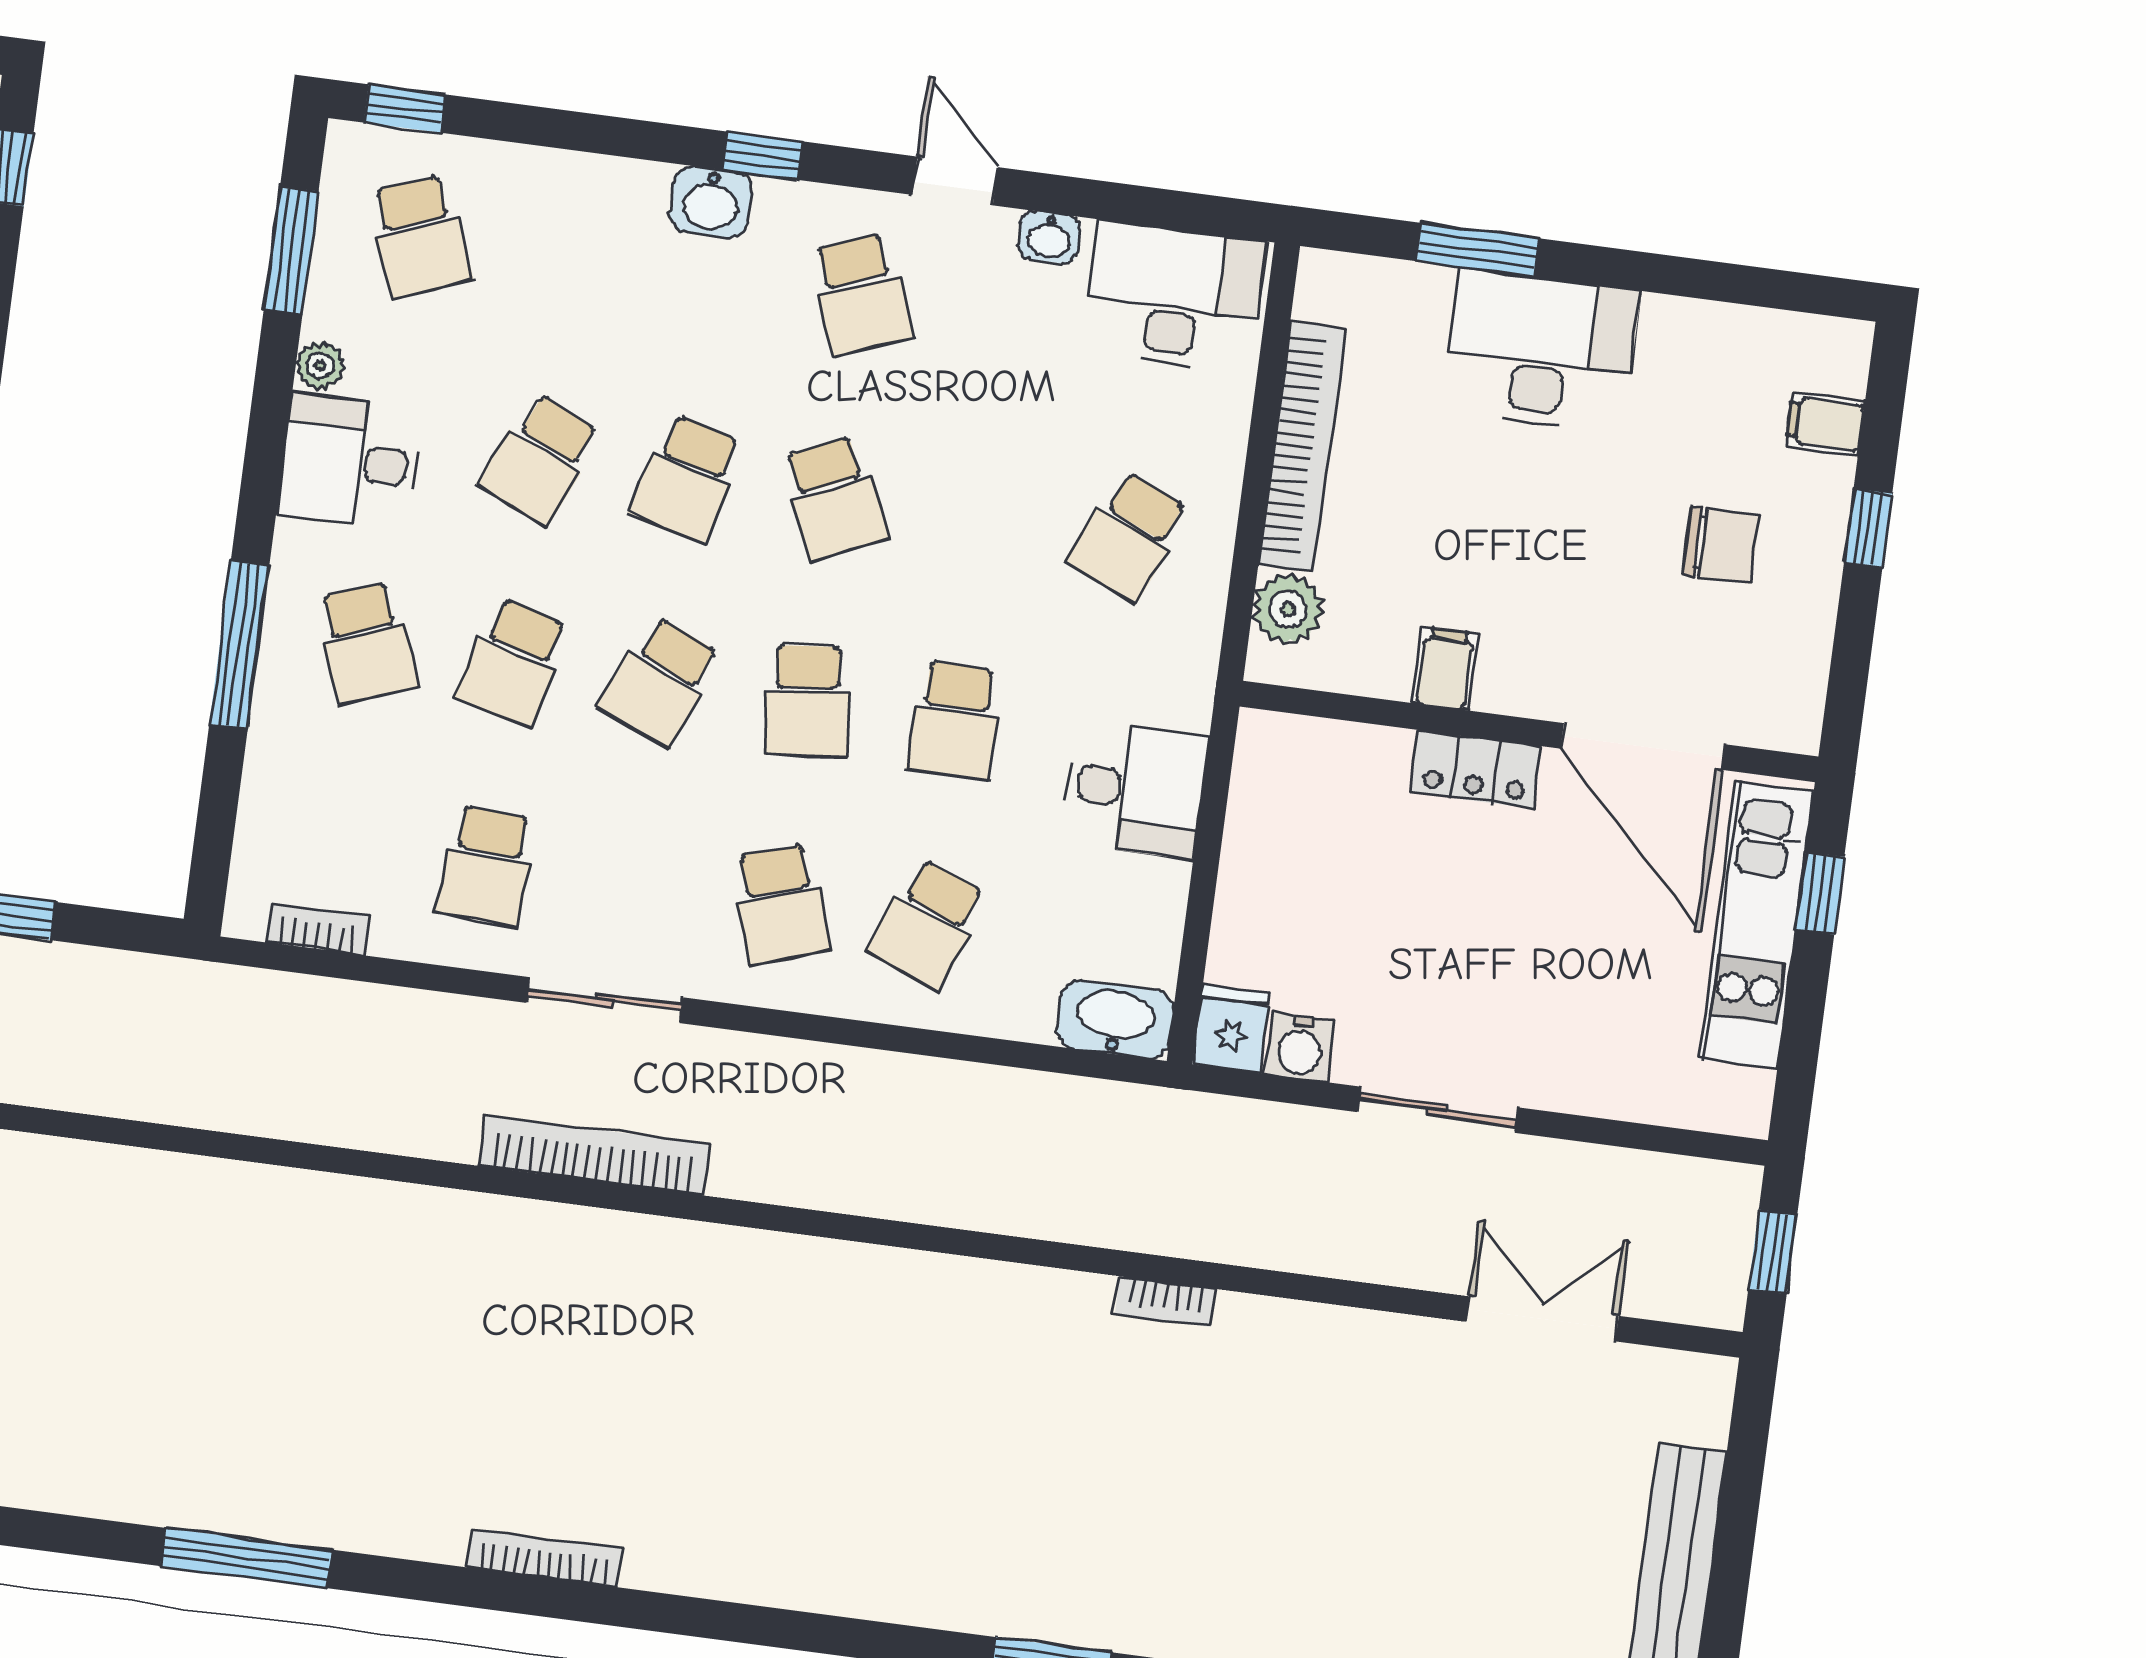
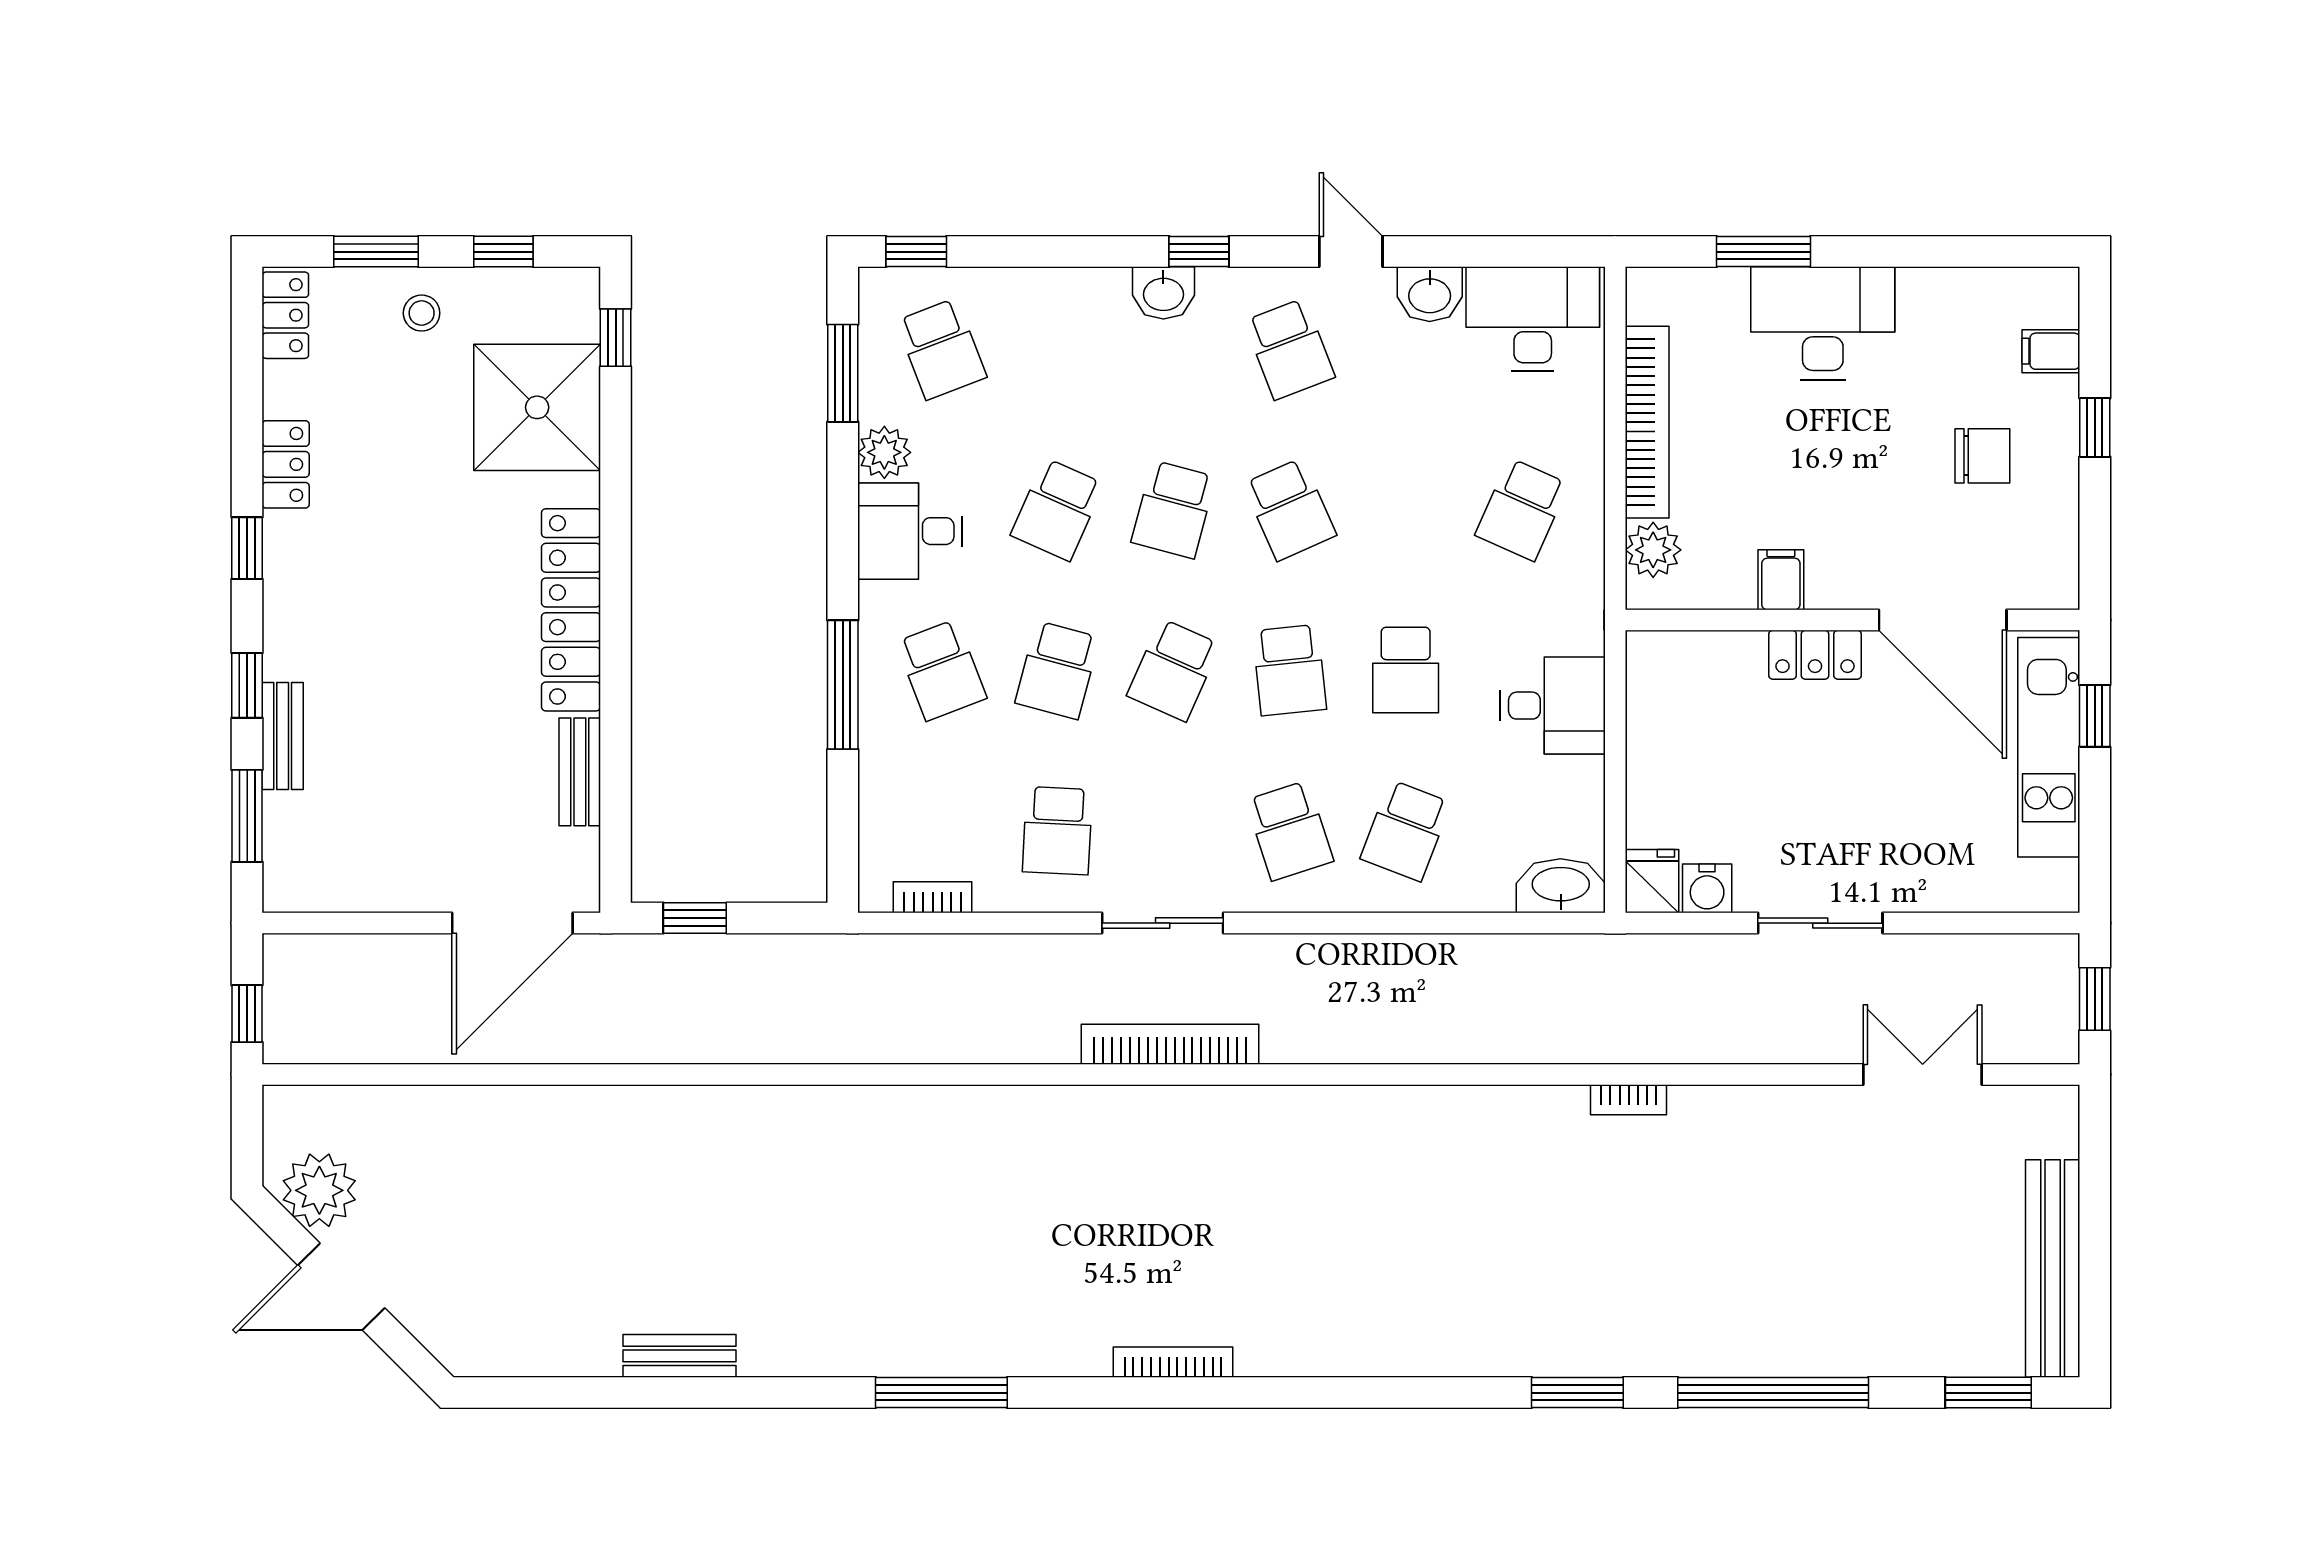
washbasin: (1049, 237) -> (1430, 294), width x1.38, depth x1.45
plant: (320, 365) -> (884, 452), width x1.38, depth x1.38

